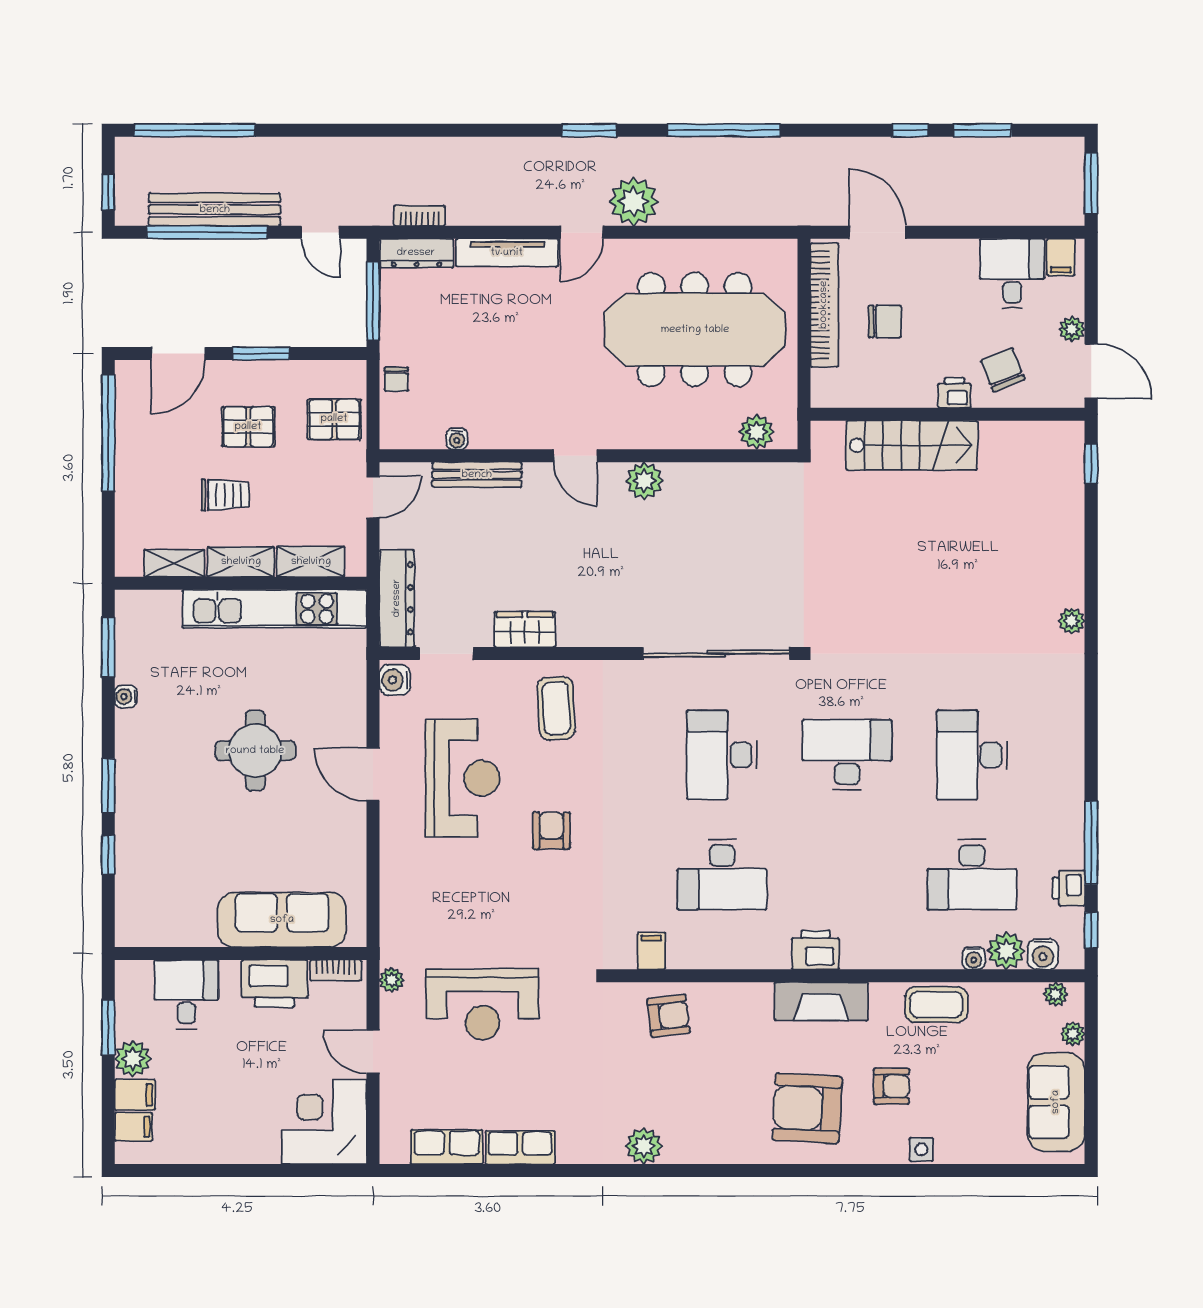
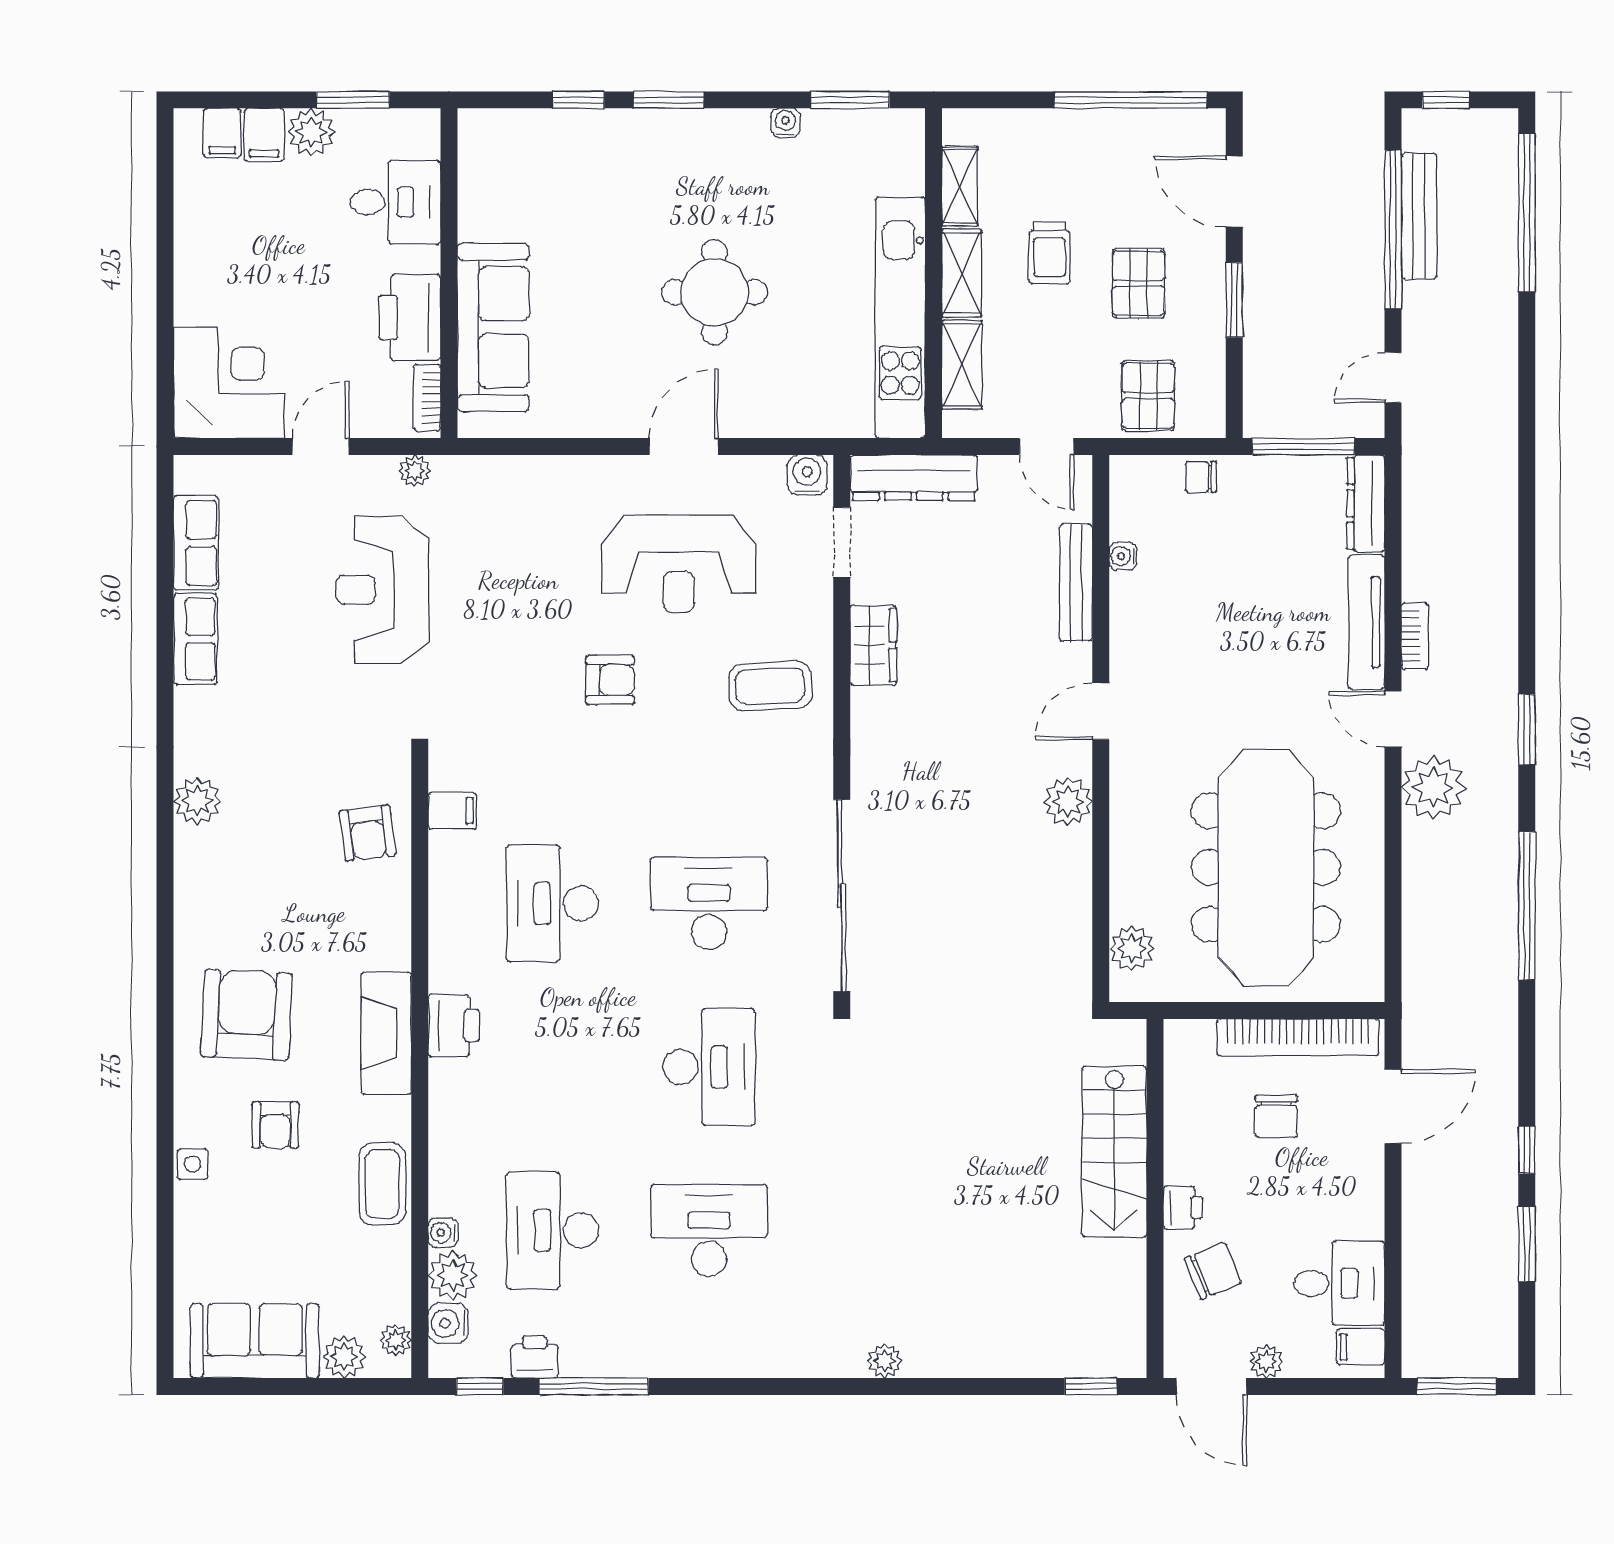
bench: (215, 210) -> (1419, 216), width x0.73, depth x0.82
bookcase: (419, 216) -> (1415, 636), moved
door: (1091, 371) -> (1211, 1386), hinge flipped
plant: (1073, 1034) -> (344, 1357), width x1.38, depth x1.38

